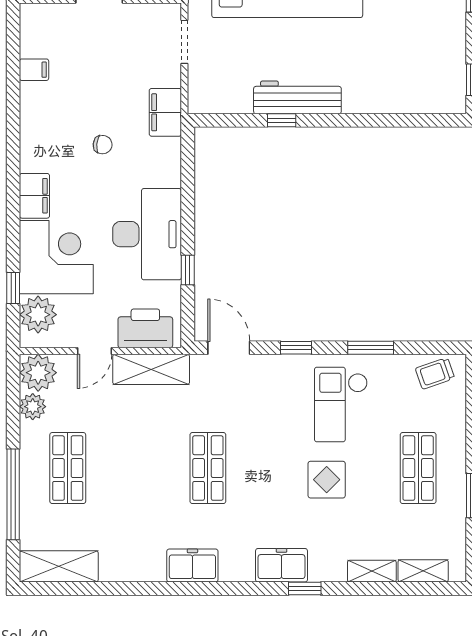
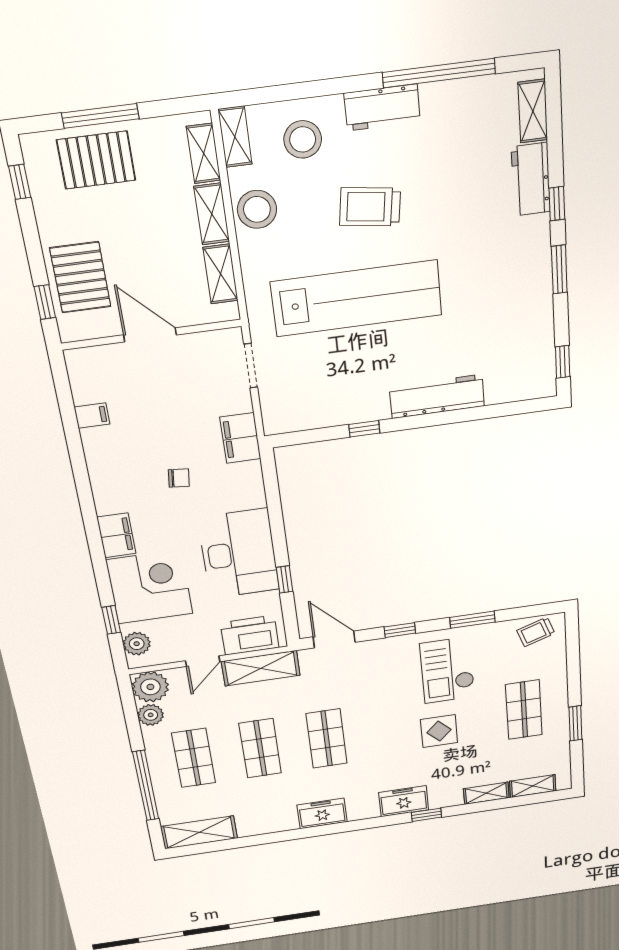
workbench: (297, 97) -> (437, 396), moved
plant: (38, 315) -> (137, 644), width x0.73, depth x0.73
shop shelf: (138, 468) -> (260, 748), added

